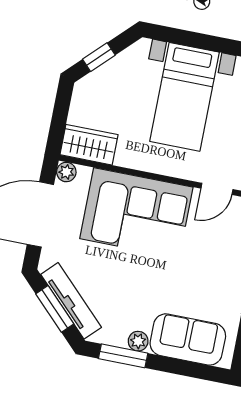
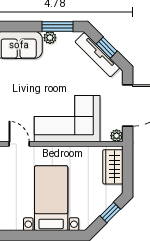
wardrobe: (89, 145) -> (113, 167), moved, turned 90
door: (217, 189) -> (19, 144), hinge flipped
window: (55, 309) -> (107, 48), width x0.67

